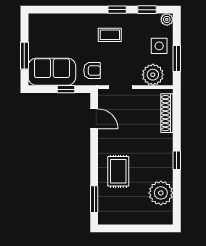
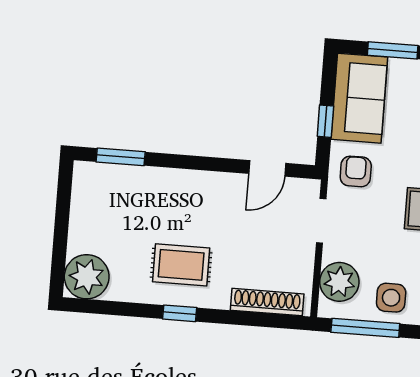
window: (177, 59) -> (365, 328), width x1.44
armchair: (92, 70) -> (356, 171), turned 180
rug: (118, 171) -> (181, 265), moved
plant: (161, 193) -> (87, 277), moved

